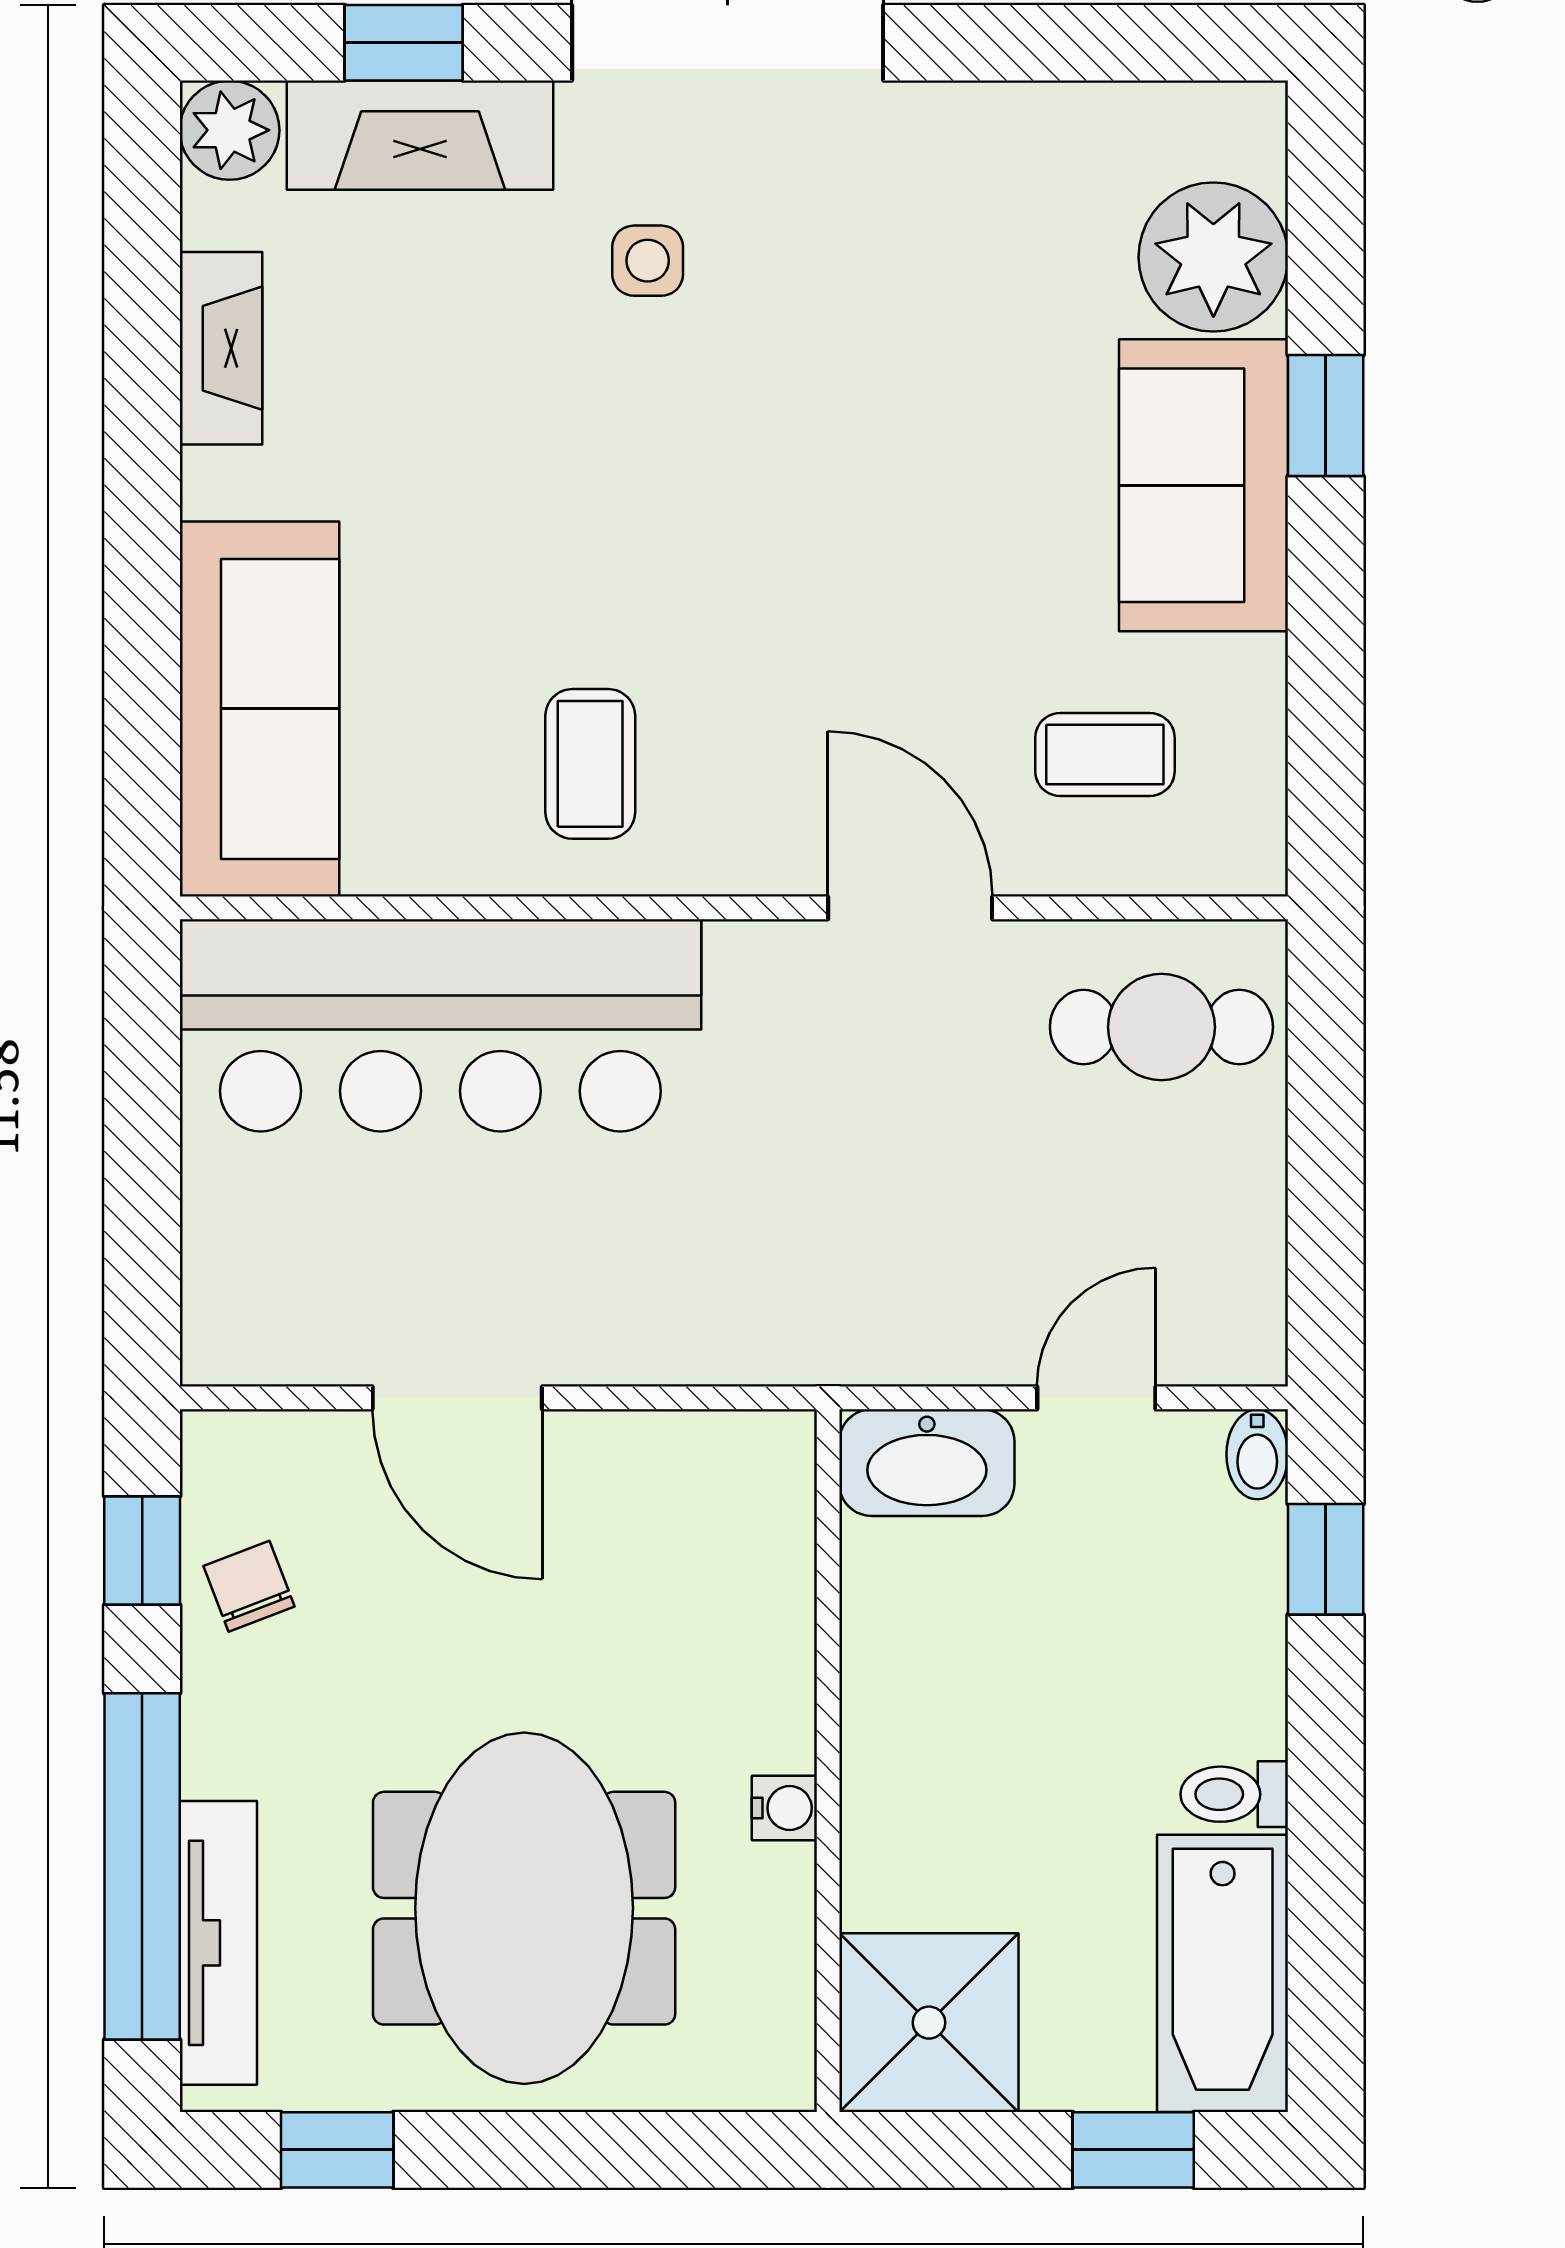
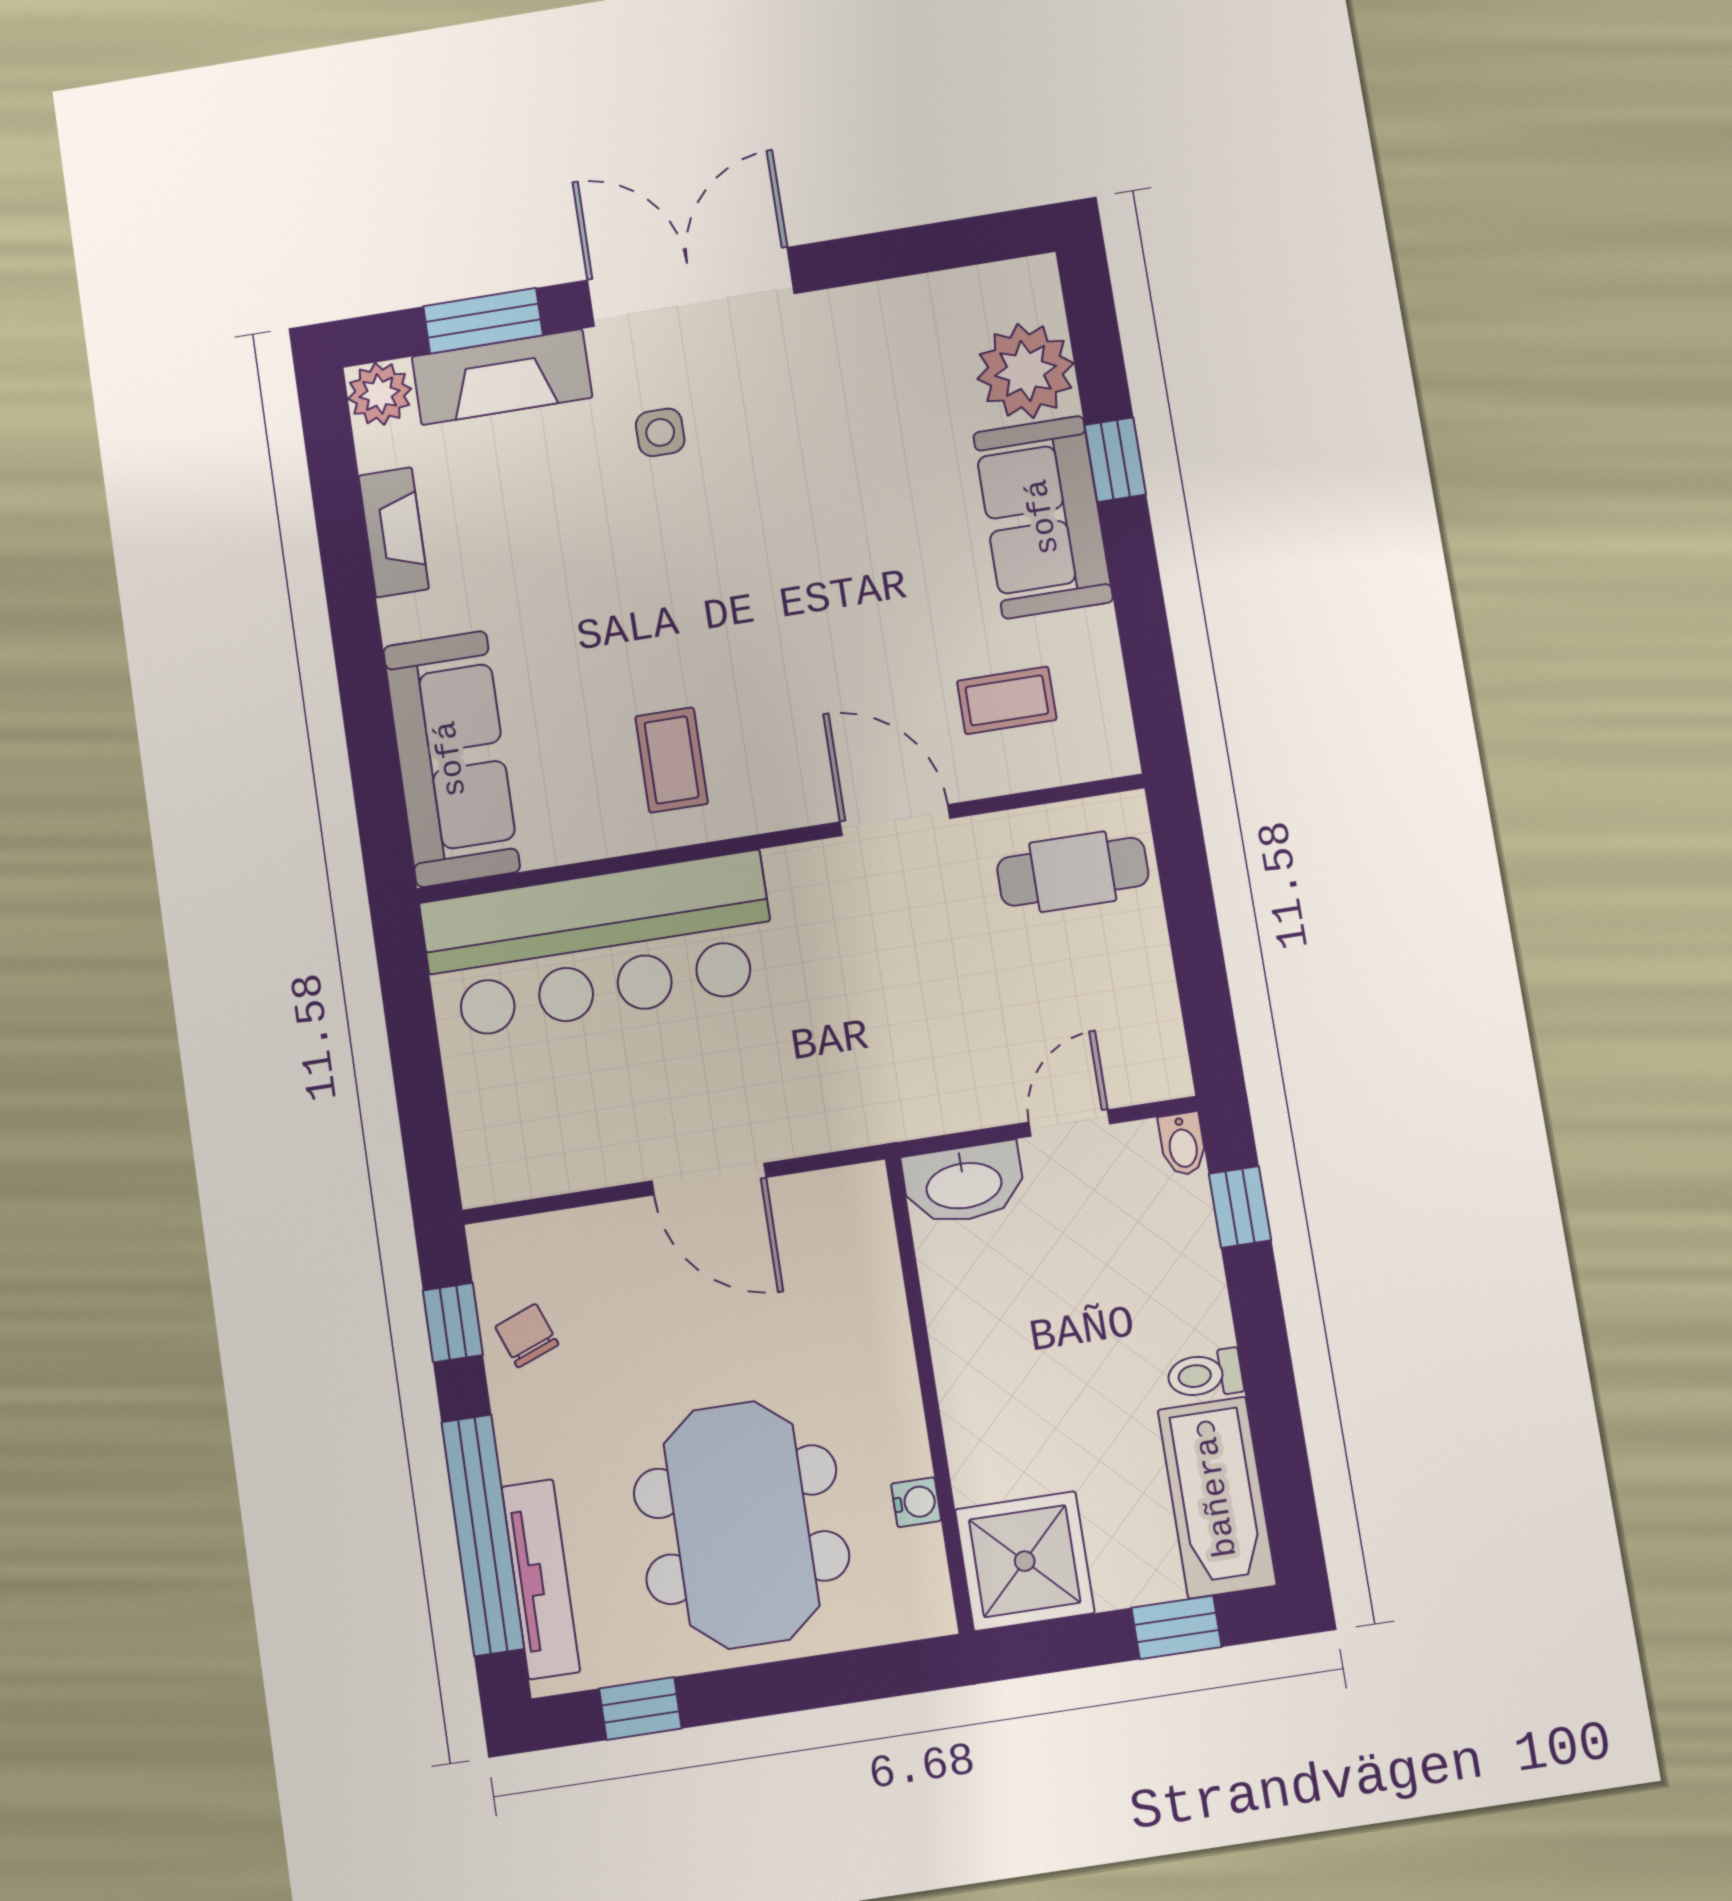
window: (404, 43) -> (483, 321), width x1.50
door: (457, 1398) -> (709, 1179), moved
water cooler: (784, 1808) -> (916, 1502), moved

